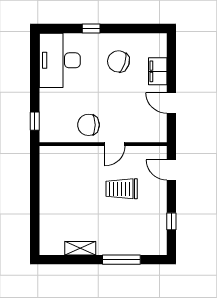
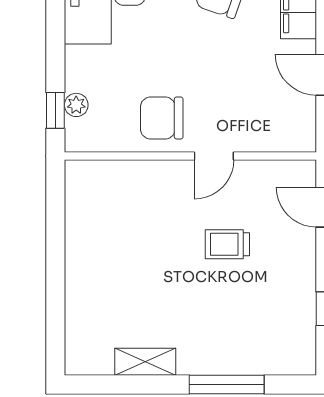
plant: (45, 118) -> (76, 105), added
trolley: (122, 189) -> (227, 244), width x0.73, depth x0.72

